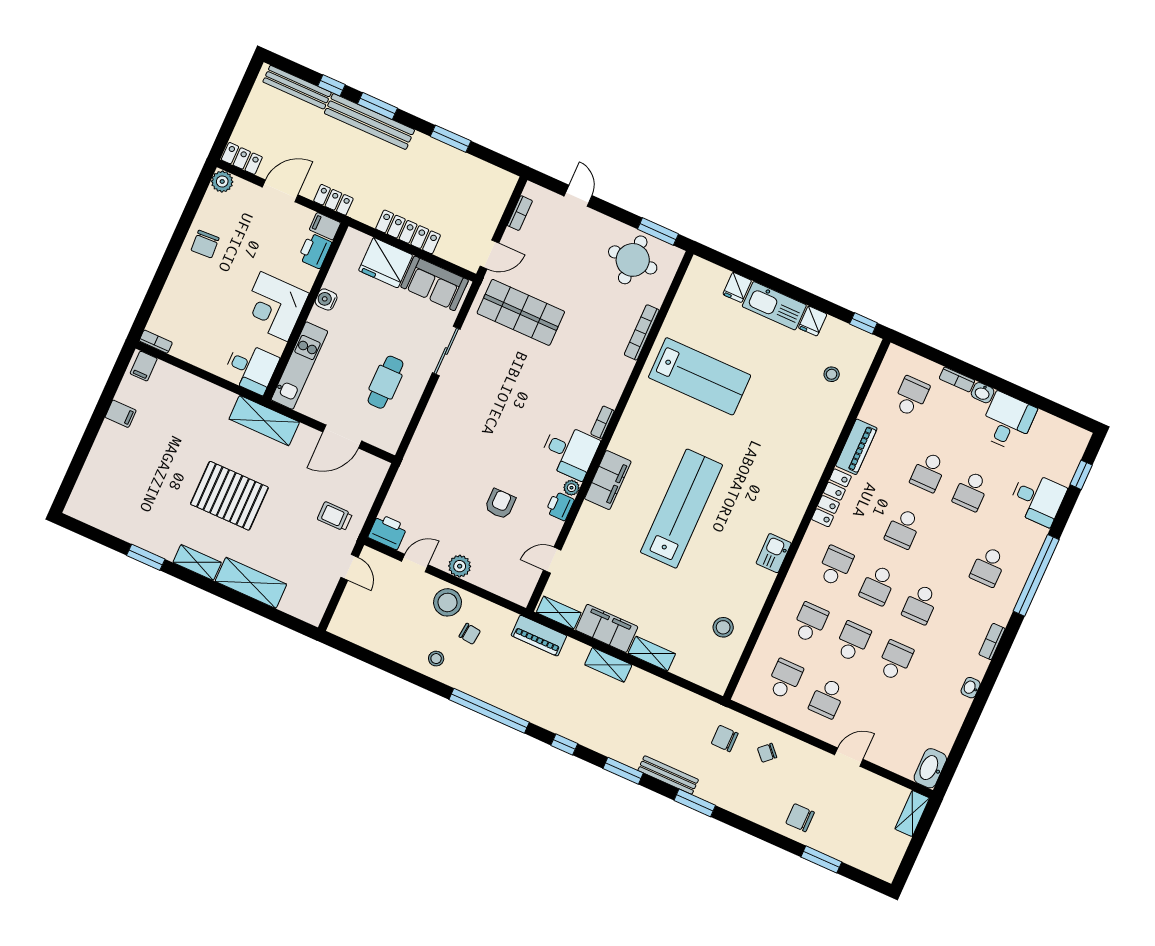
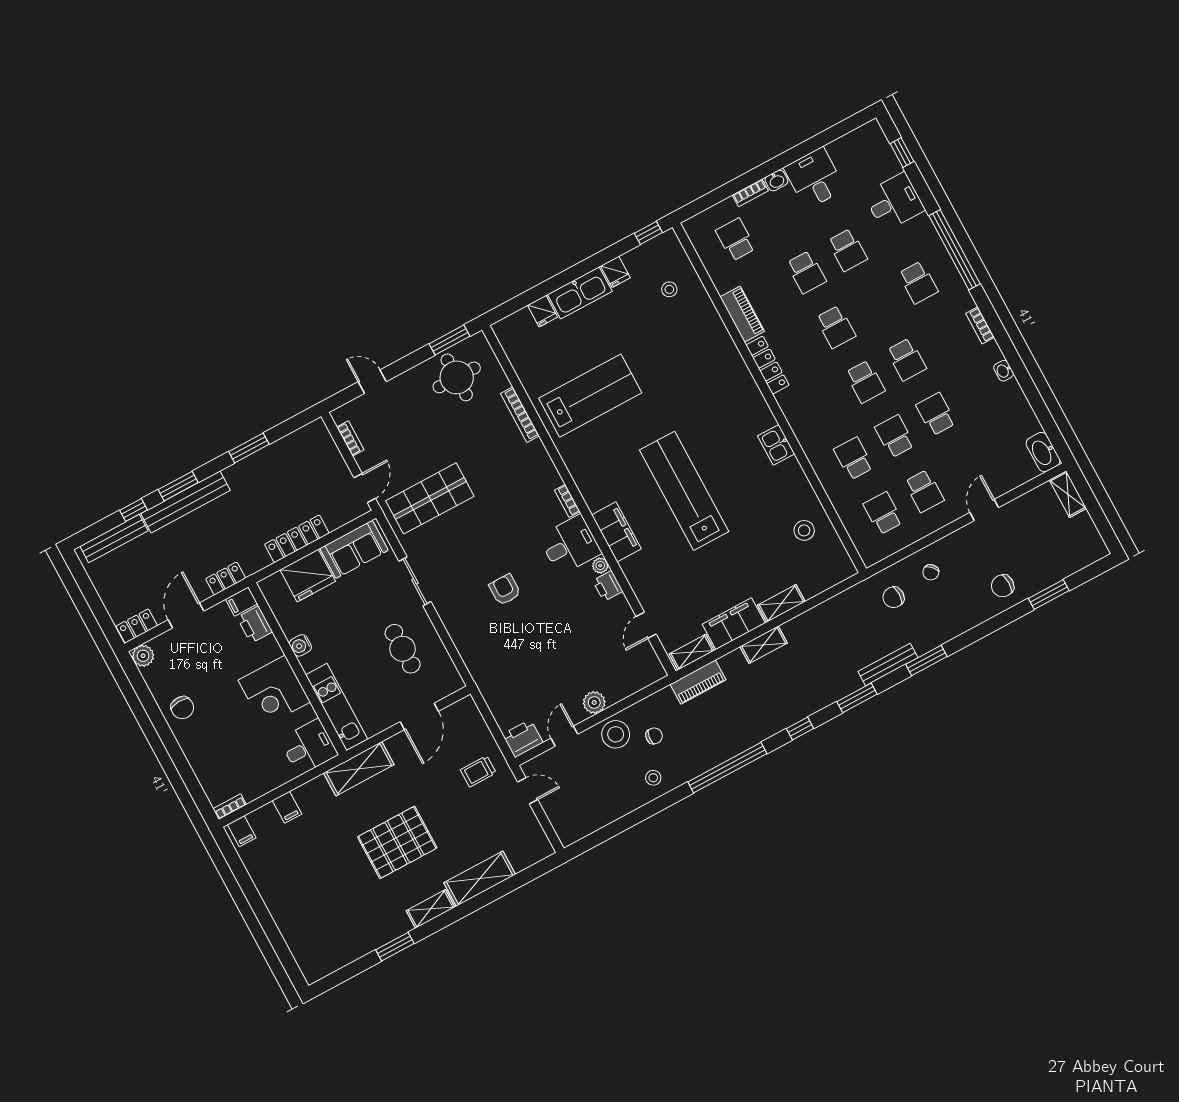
filing cabinet: (121, 414) -> (287, 807), moved, turned 90
armchair: (500, 504) -> (505, 590), moved
school desk: (835, 566) -> (824, 404), removed

